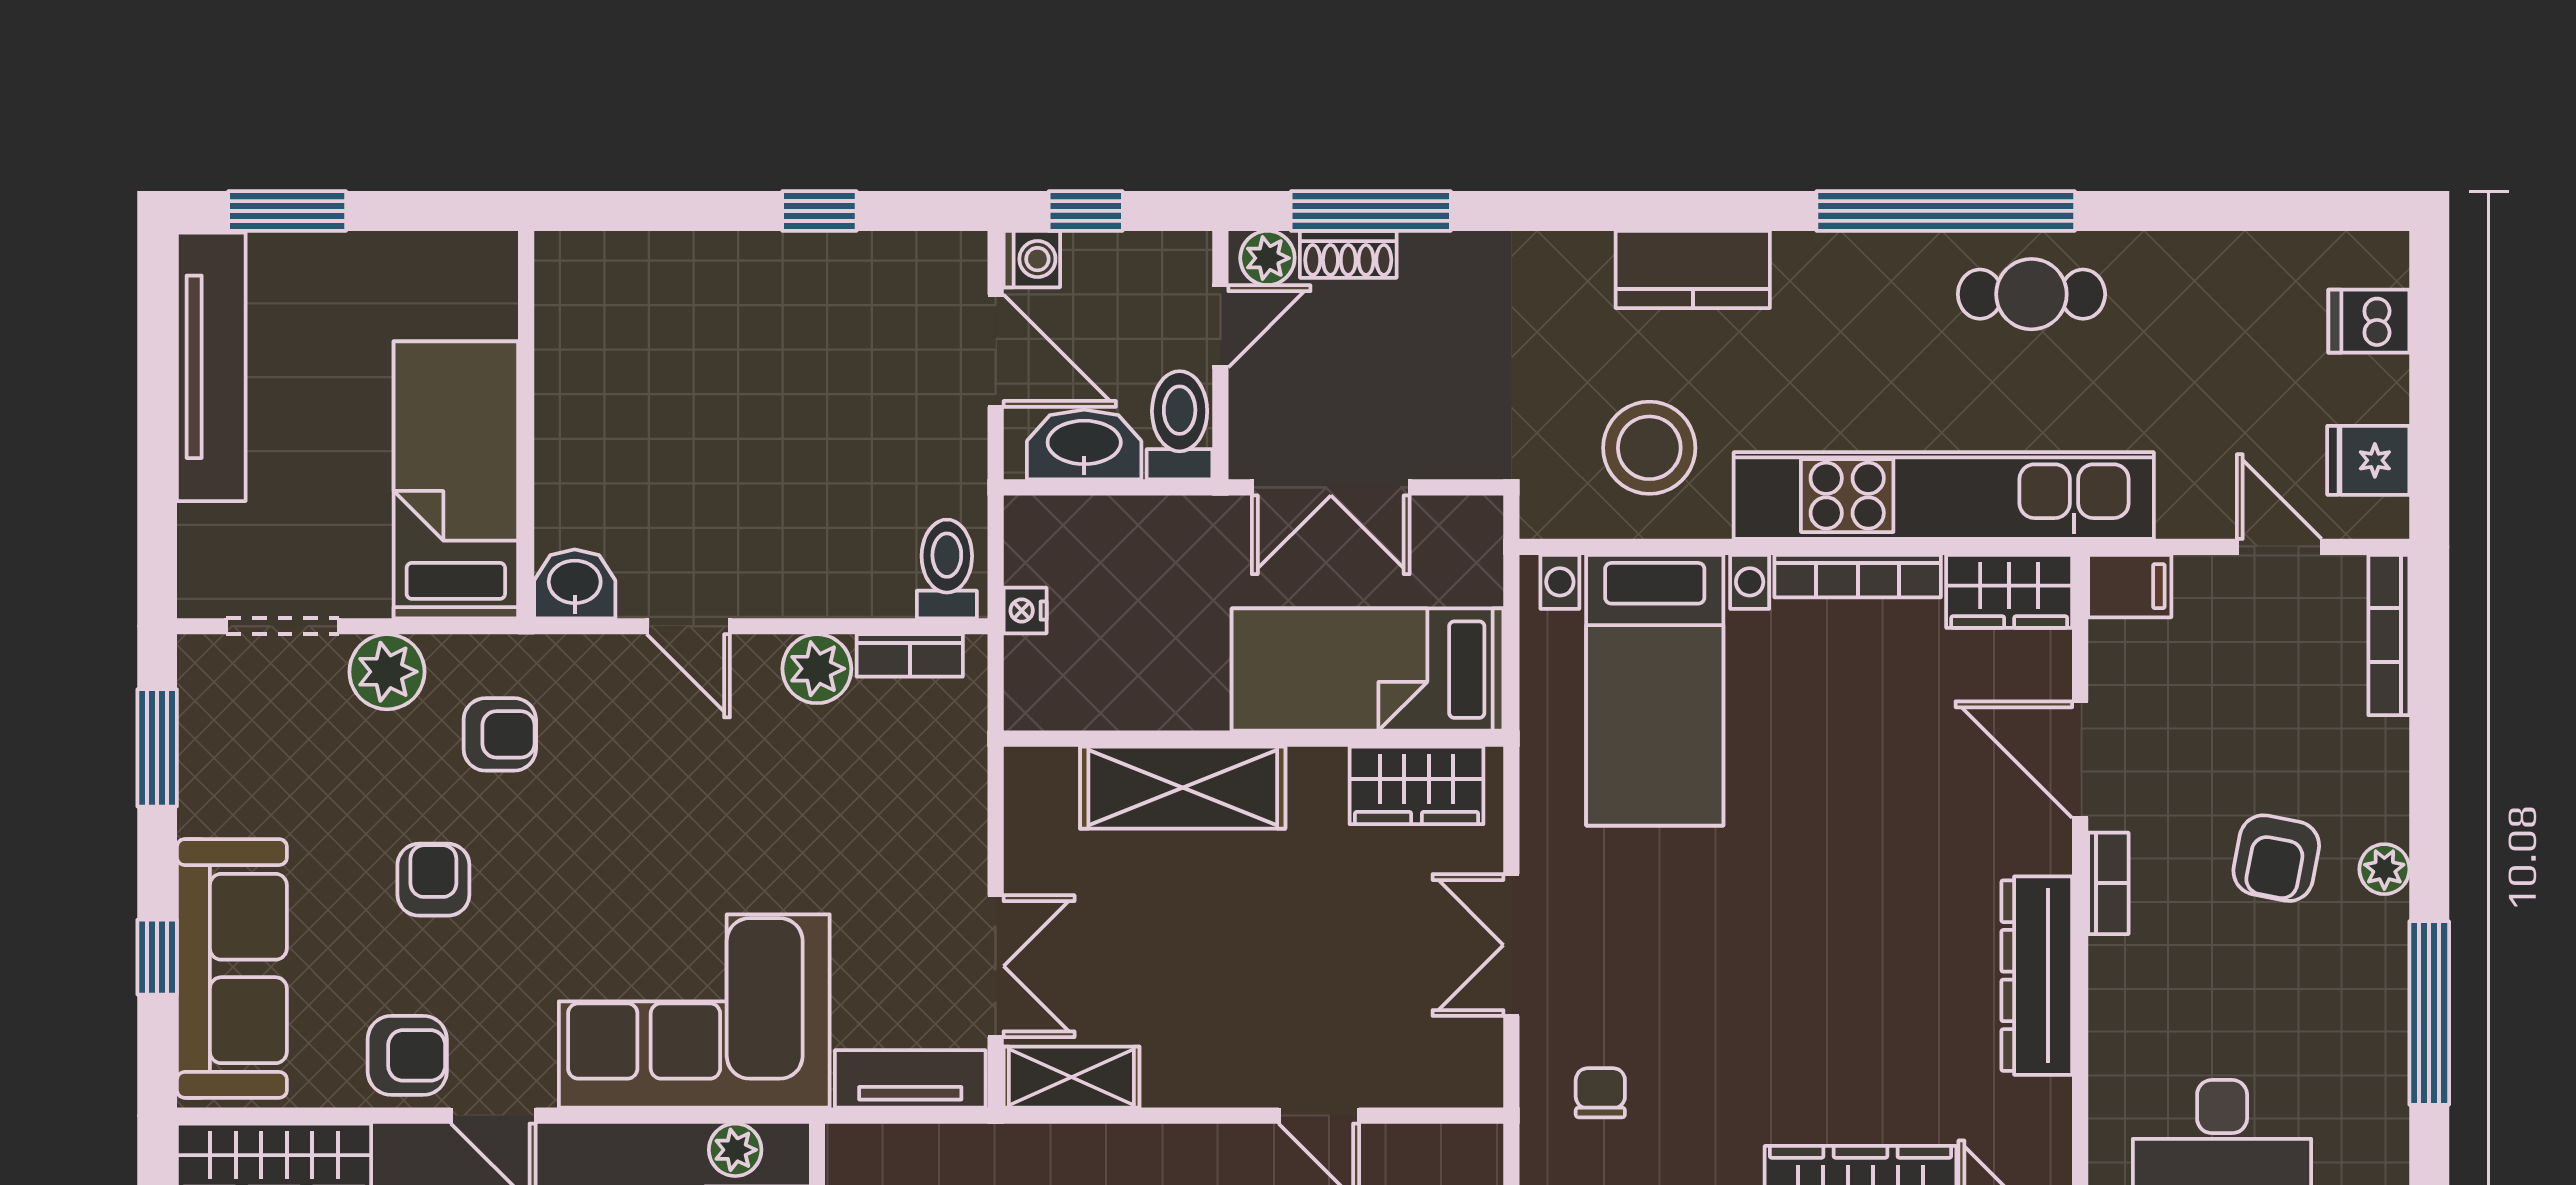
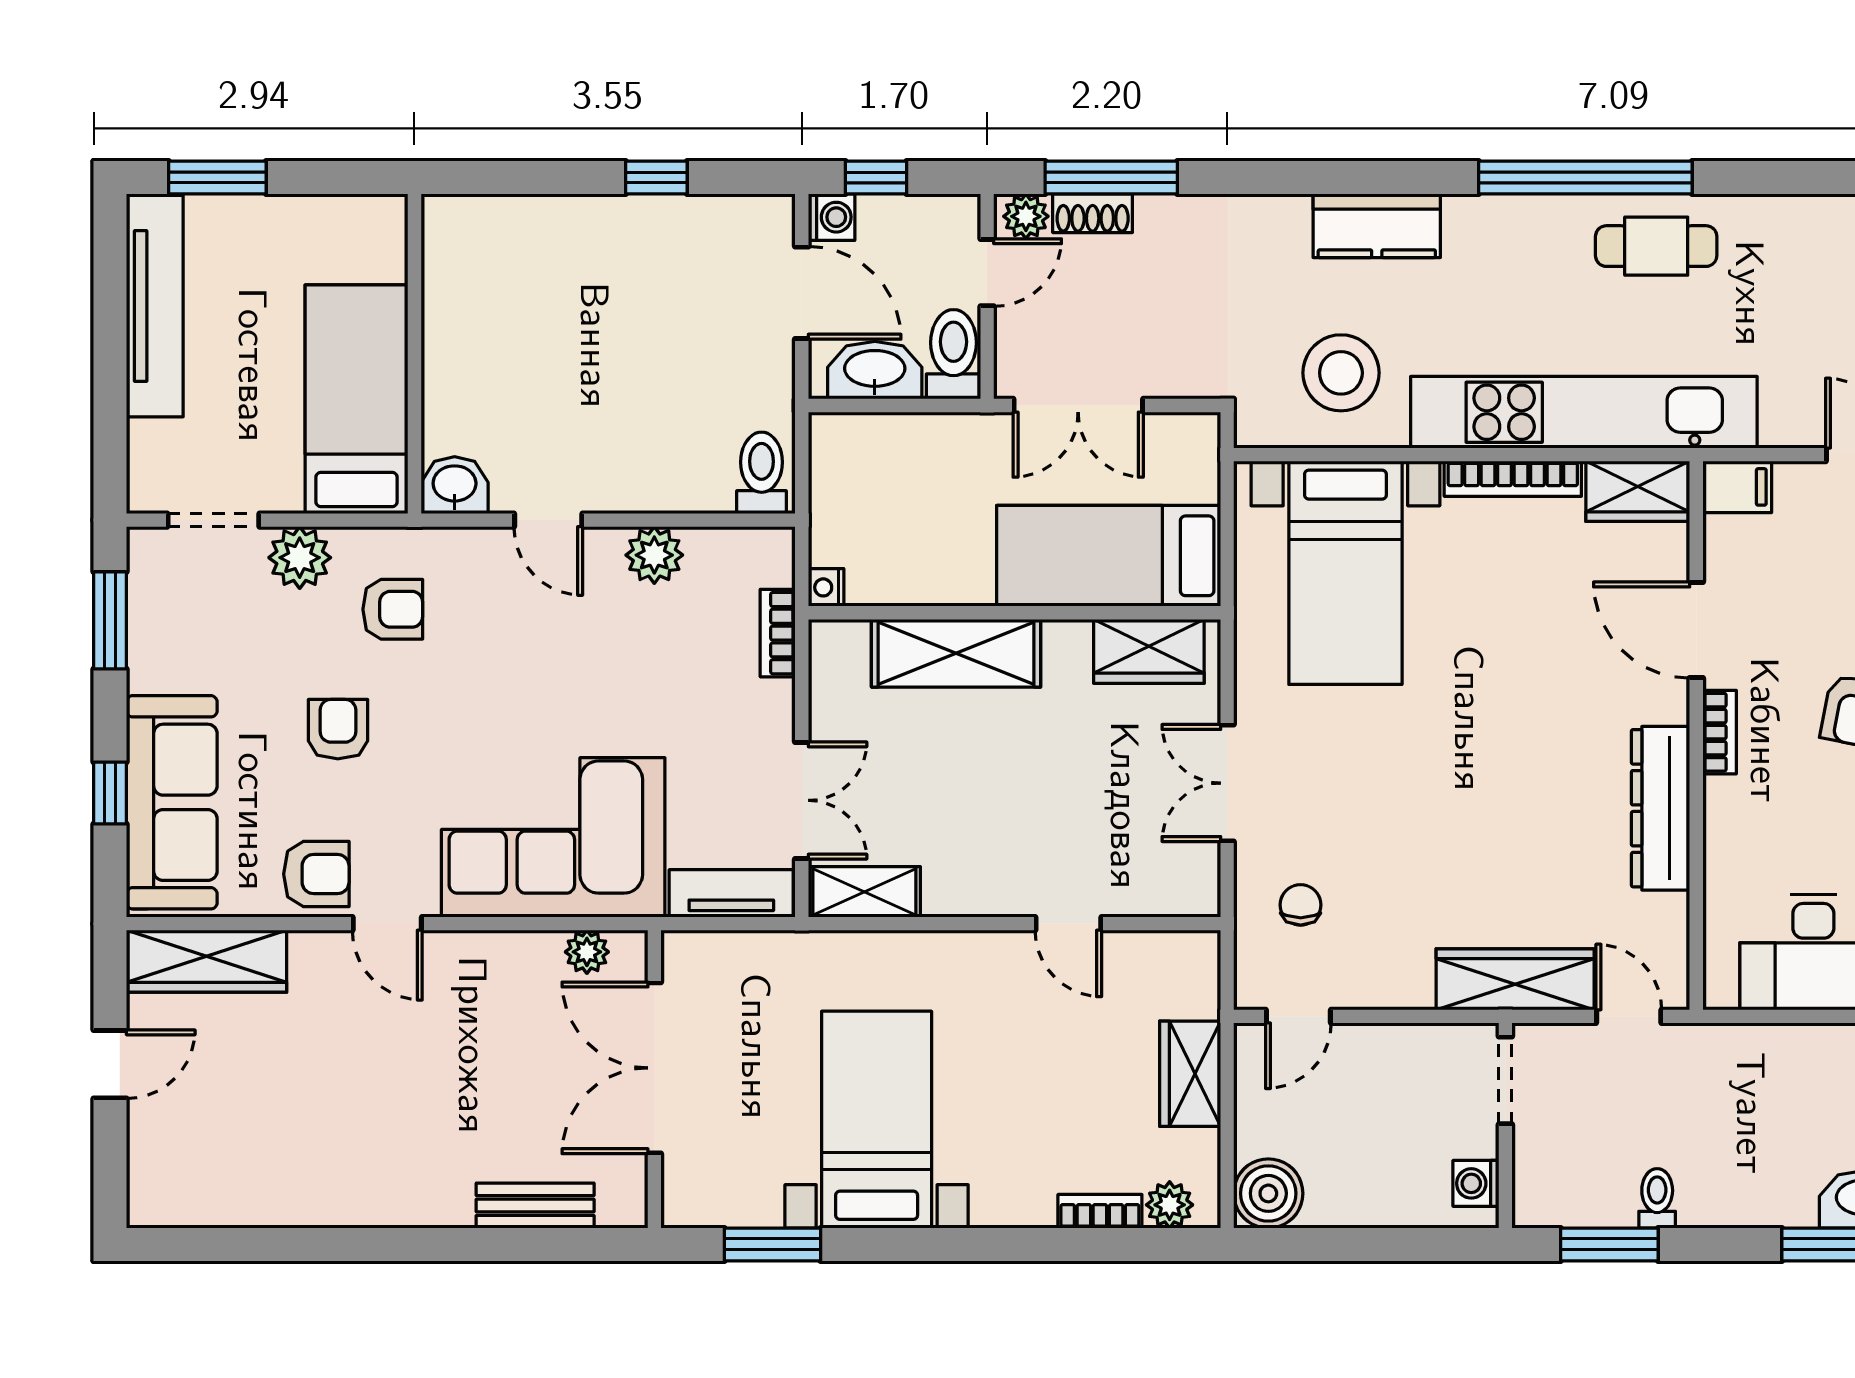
nightstand: (1025, 611) -> (826, 587), moved
bookcase: (910, 655) -> (778, 633), moved, turned 90

